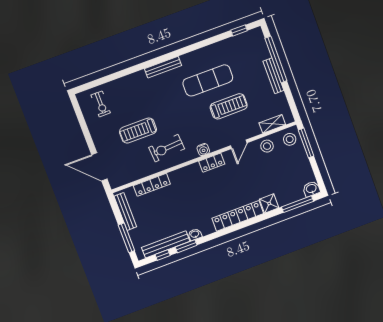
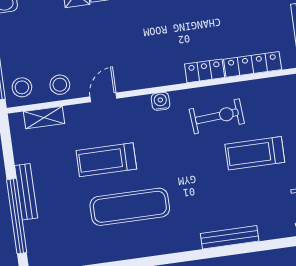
bench: (163, 67) -> (230, 237), moved
treadmill: (138, 131) -> (255, 153), turned 180
locker: (212, 163) -> (205, 71), moved

